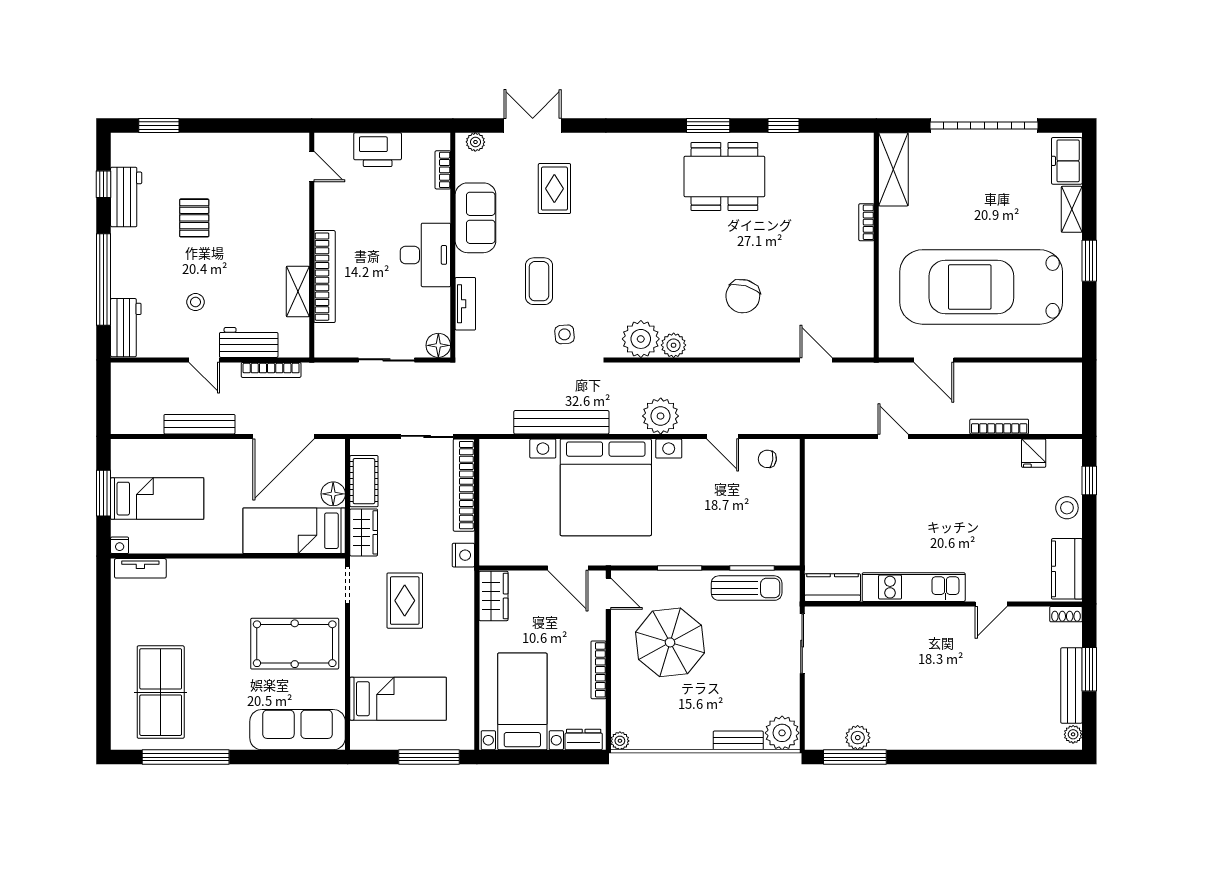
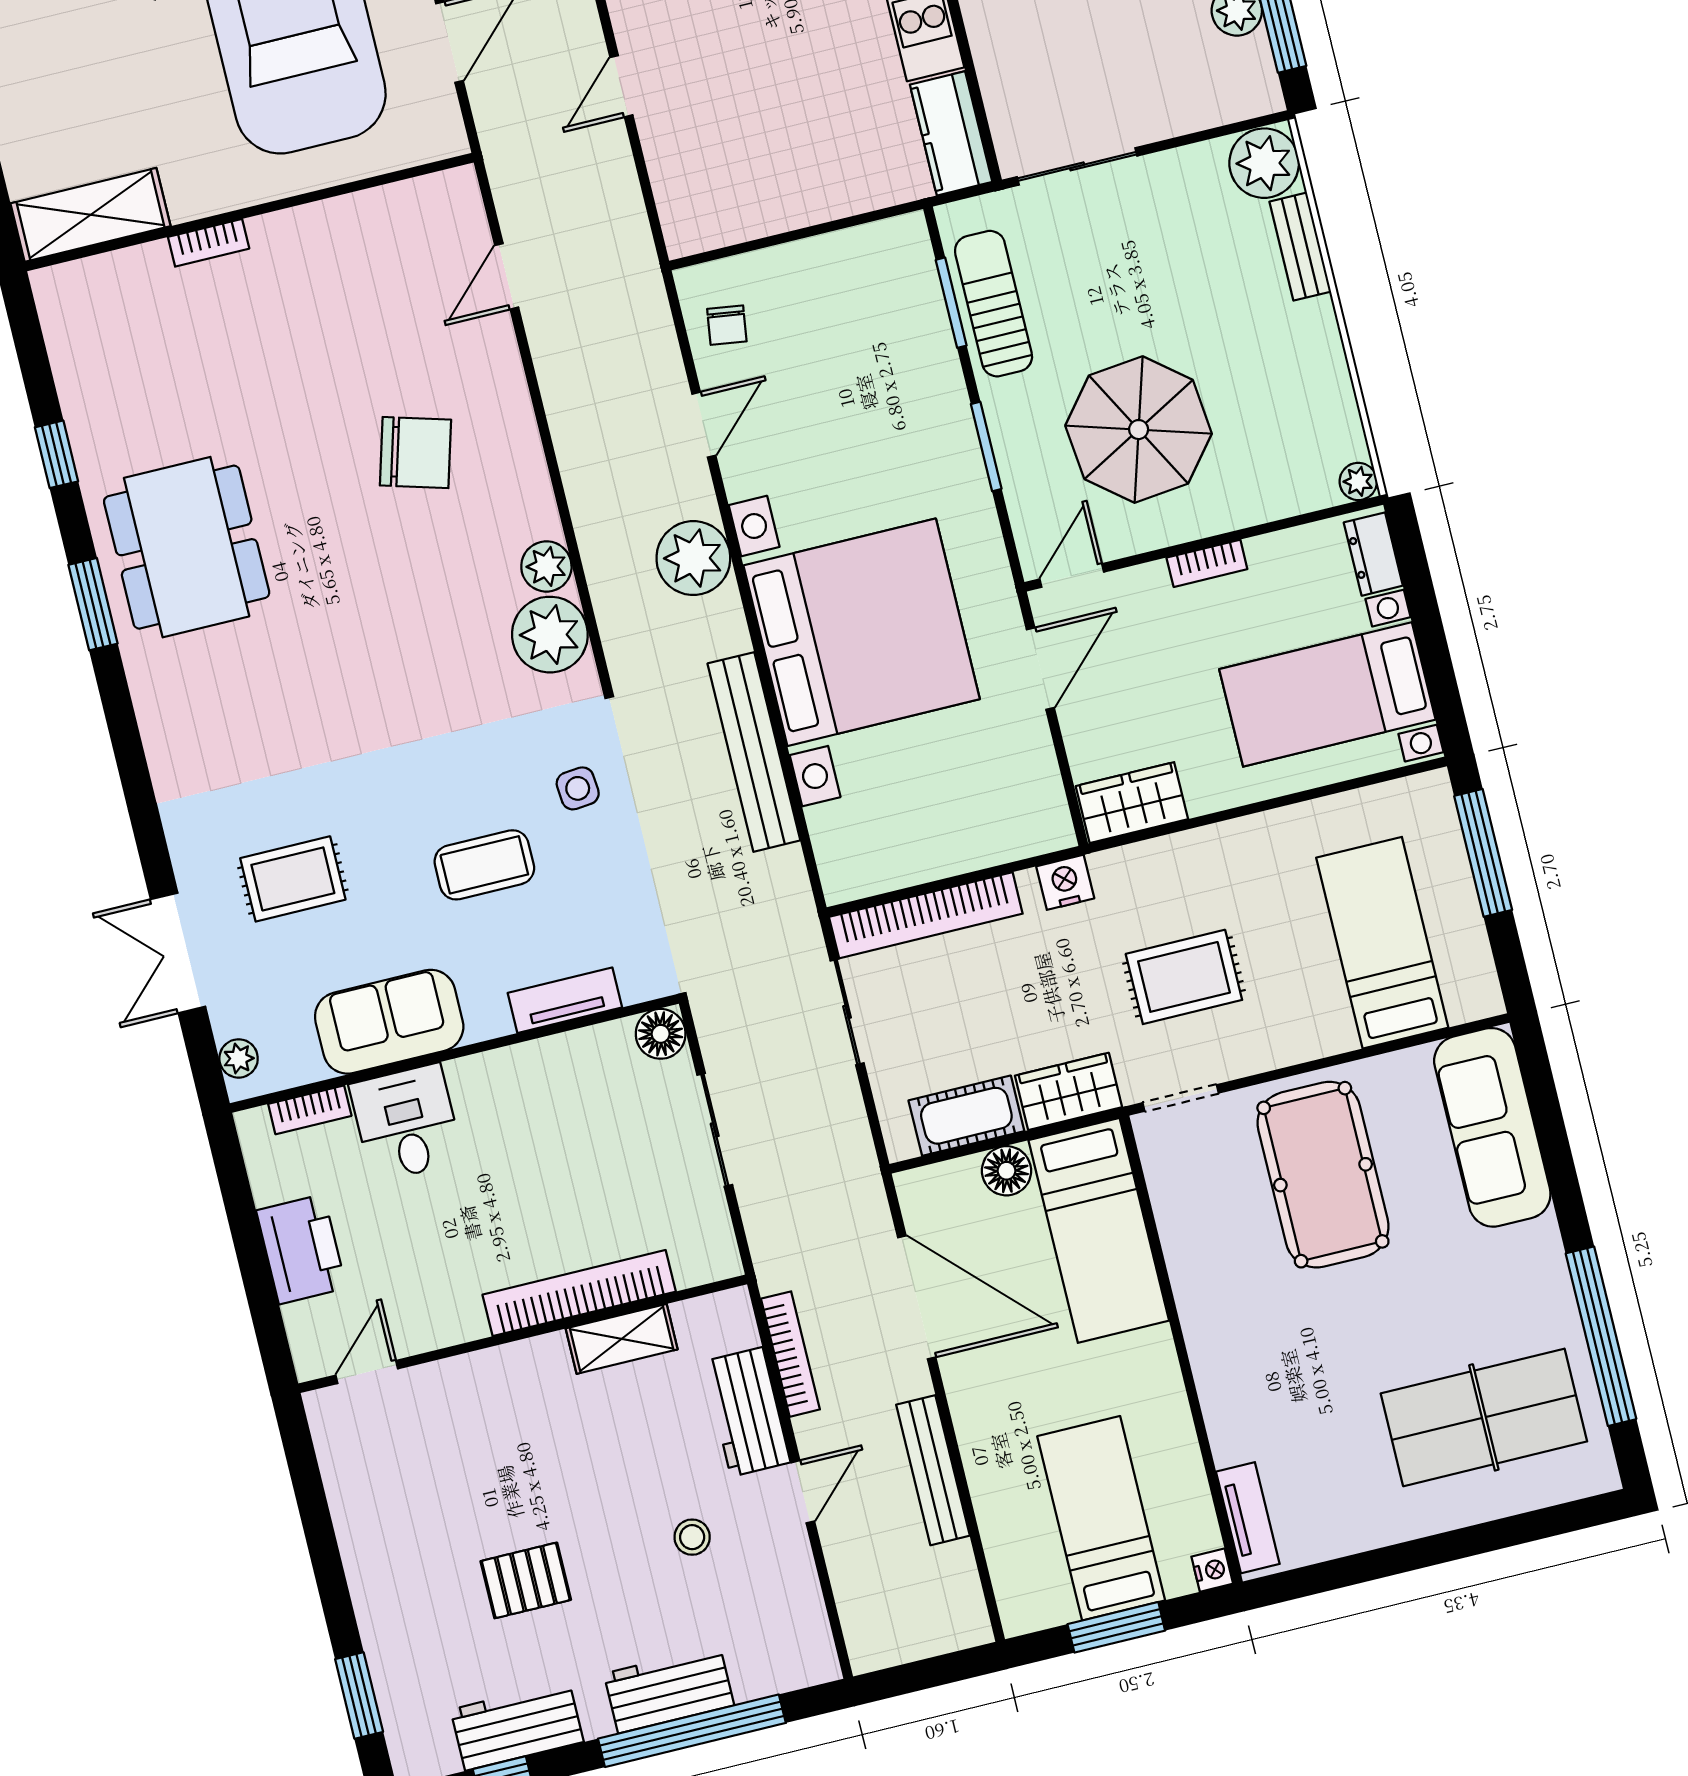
desk: (425, 255) -> (406, 1123), moved, width x0.73
workbench: (126, 328) -> (669, 1689), moved
bookcase: (599, 670) -> (1207, 563), width x0.64

